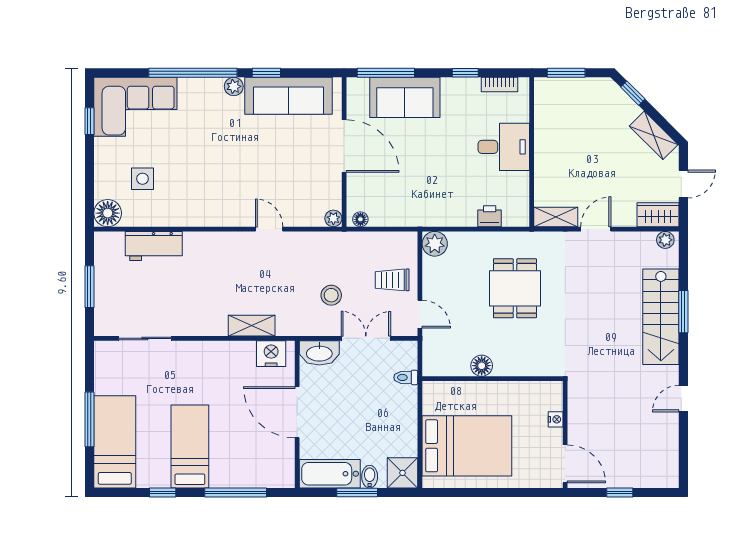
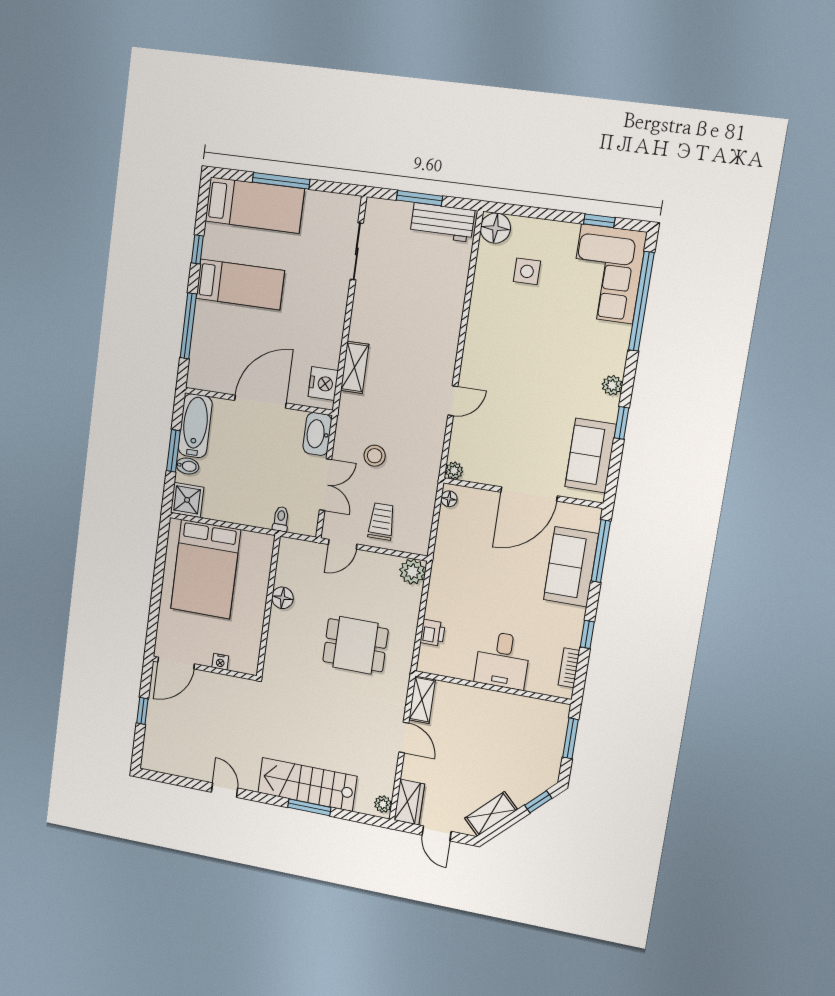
window: (193, 73) -> (641, 301), moved
sofa: (288, 96) -> (591, 456), width x0.73
workbench: (154, 246) -> (442, 222), moved, turned -90

